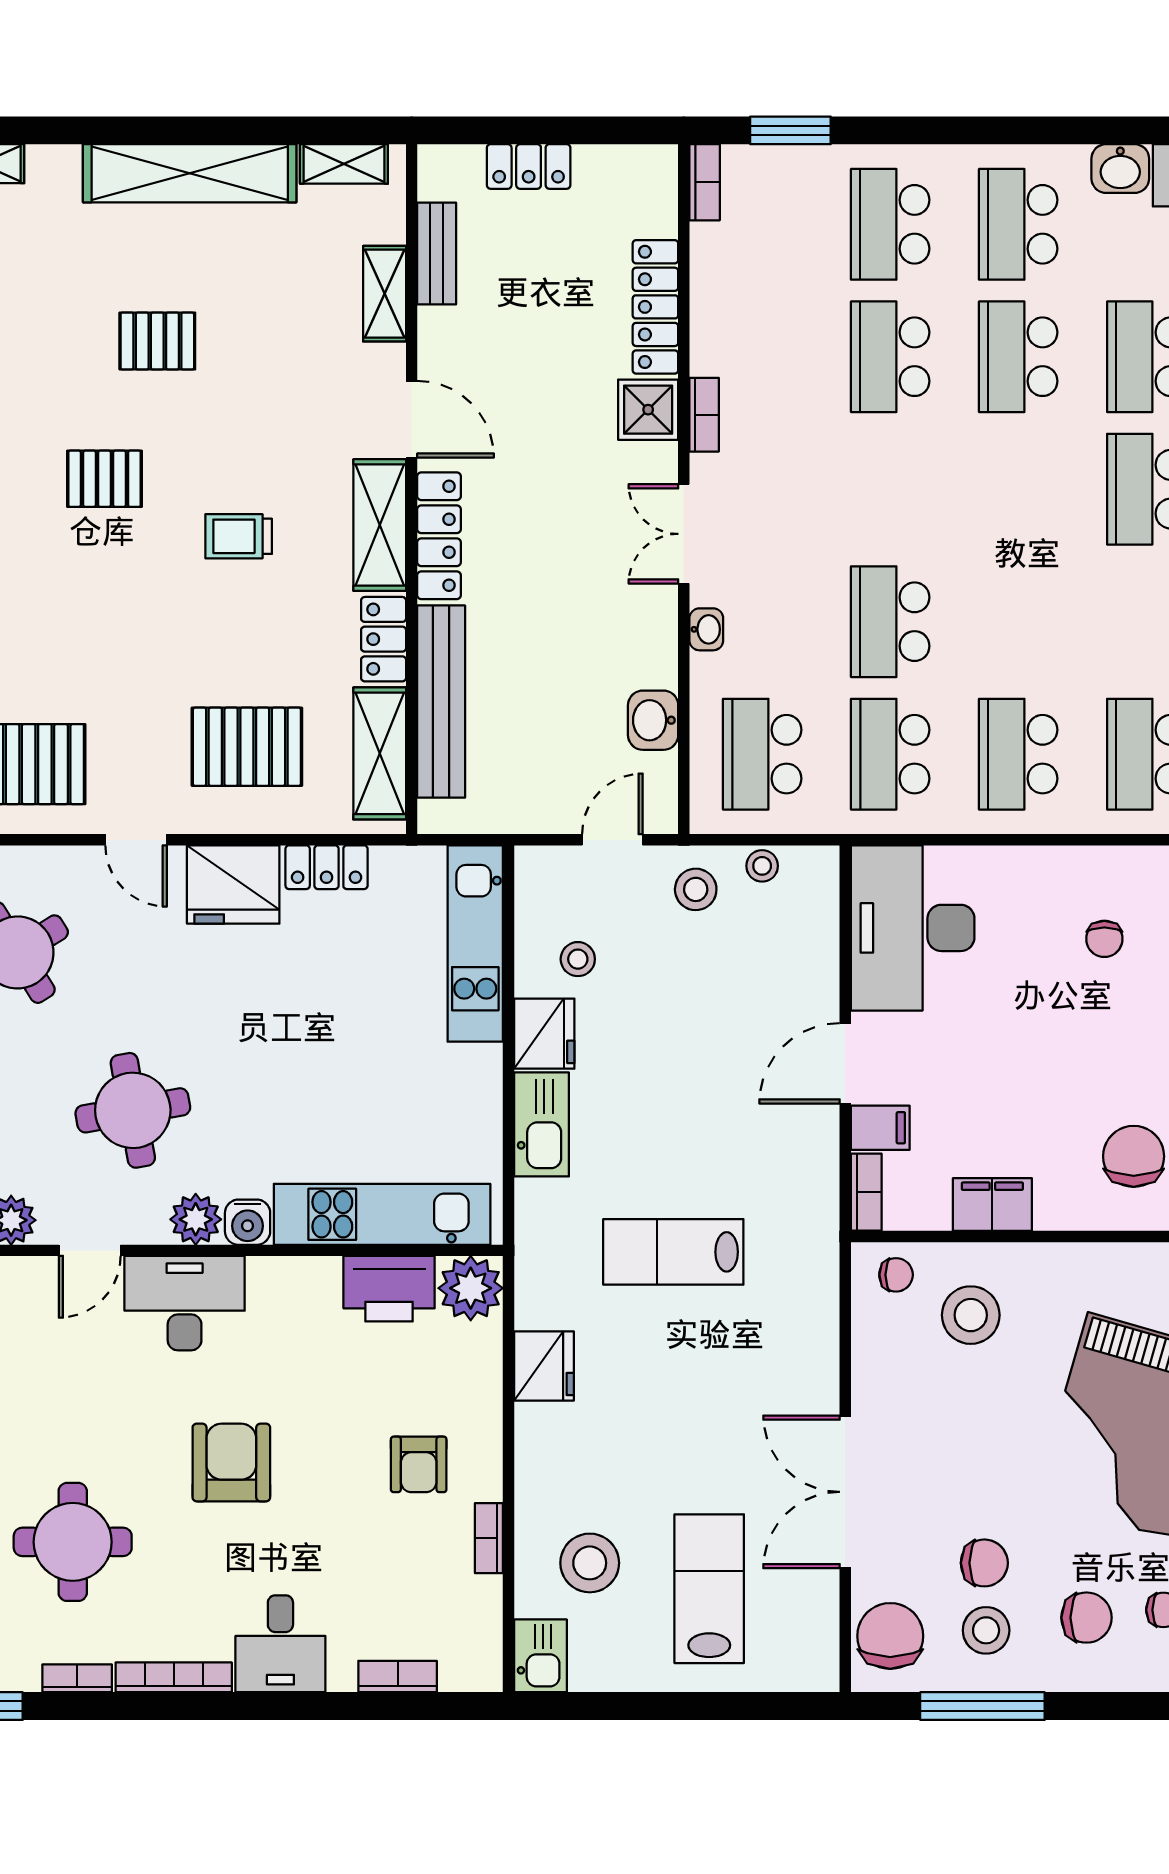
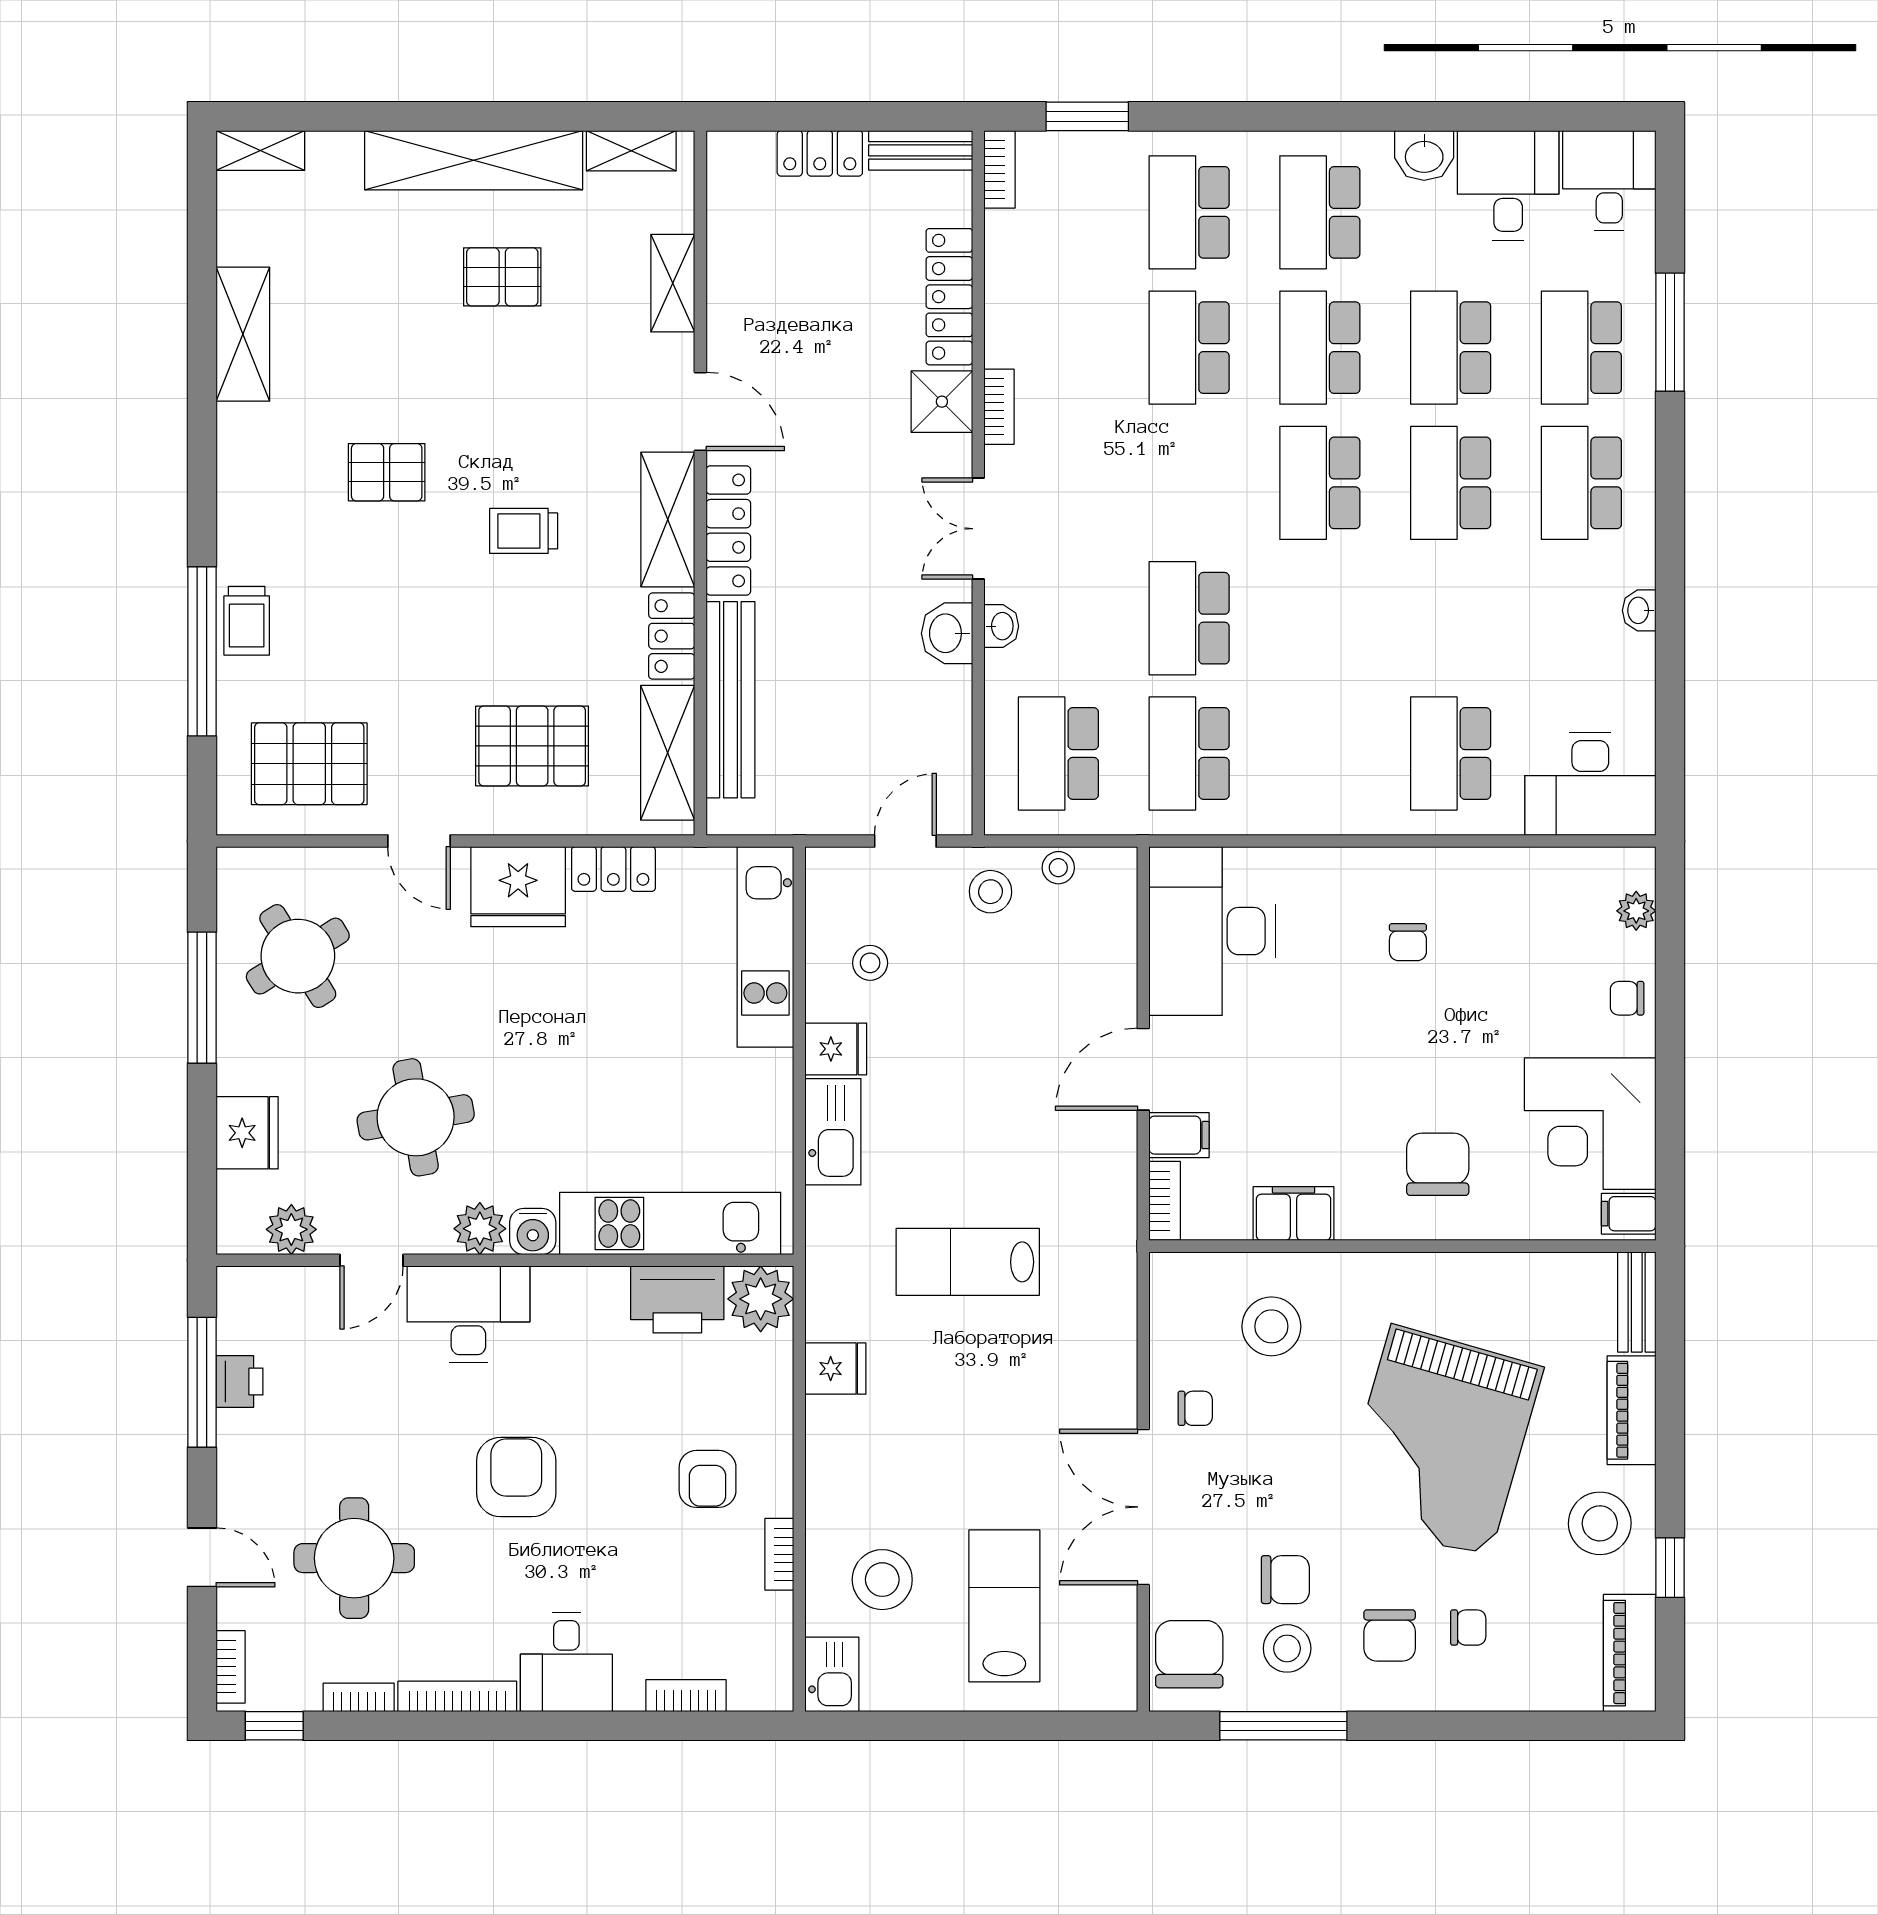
bench: (437, 254) -> (921, 150), moved, turned 90
pallet: (157, 341) -> (502, 277), moved
washbasin: (653, 720) -> (947, 633), moved
school desk: (1018, 754) -> (1320, 483), moved
fridge: (544, 1034) -> (836, 1049), width x0.72
chair: (896, 1275) -> (1195, 1408), moved
fridge: (544, 1366) -> (835, 1369), width x0.72
chair: (1086, 1618) -> (1390, 1635), turned 90

